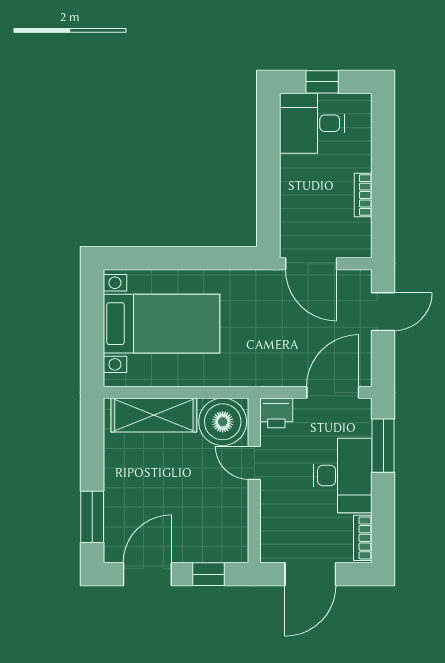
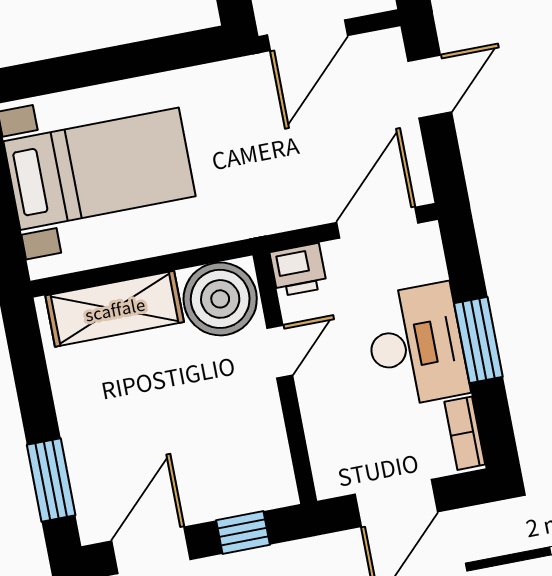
door: (311, 264) -> (307, 35), hinge flipped
window: (383, 446) -> (478, 340), moved
door: (254, 463) -> (280, 352), swing flipped

